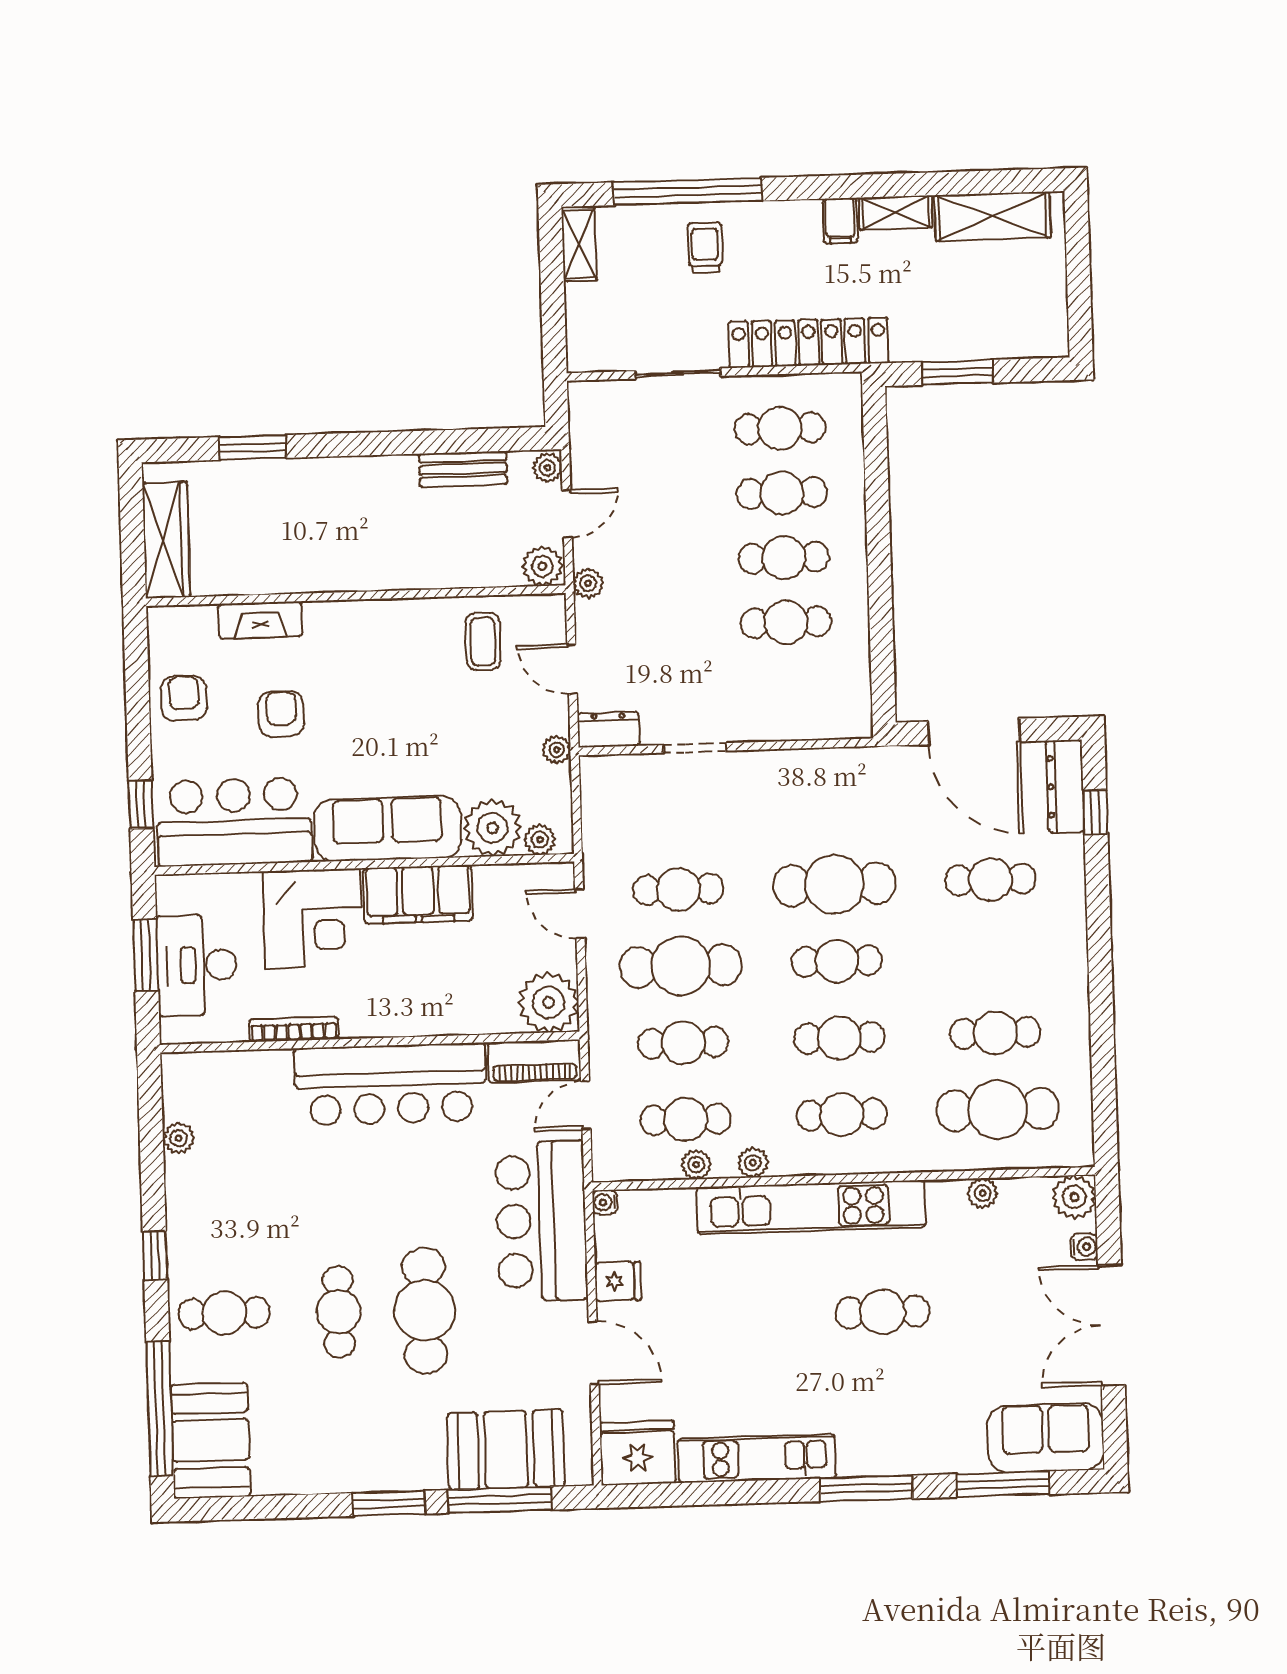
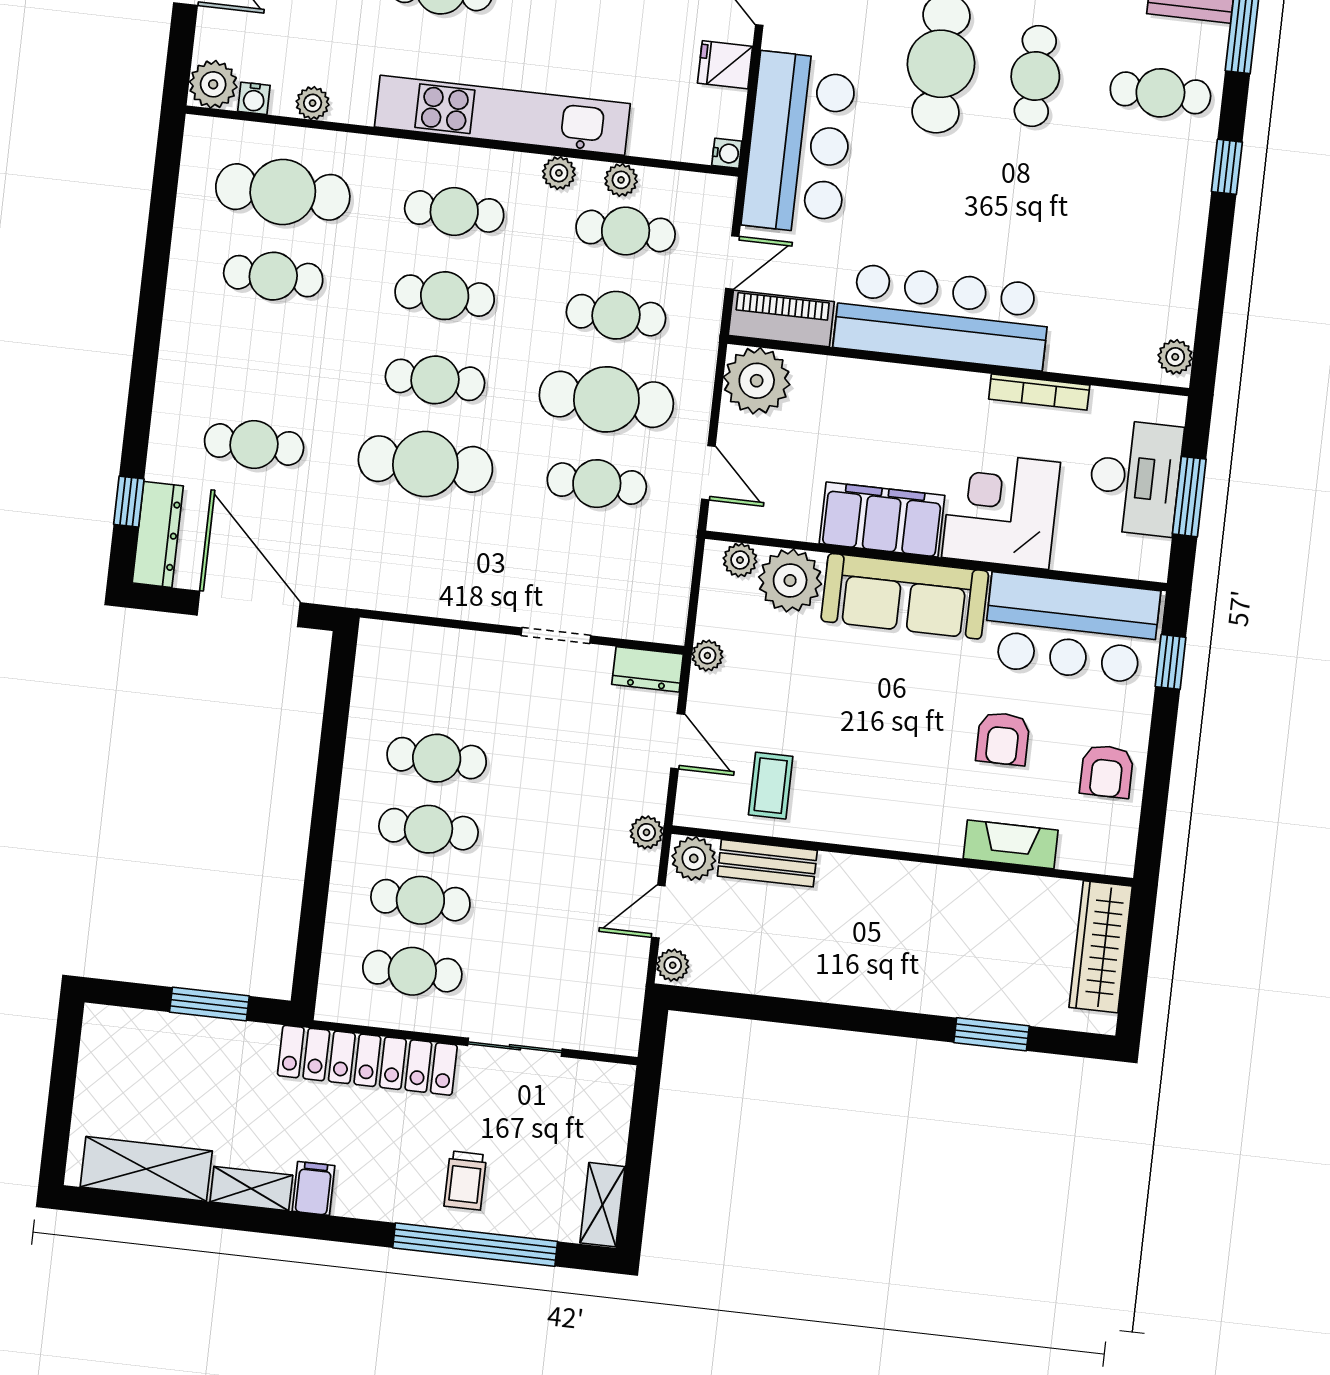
bench: (463, 469) -> (767, 863), moved
plant: (178, 1138) -> (1175, 357), moved
water cooler: (1084, 1247) -> (254, 98), moved, turned -90

